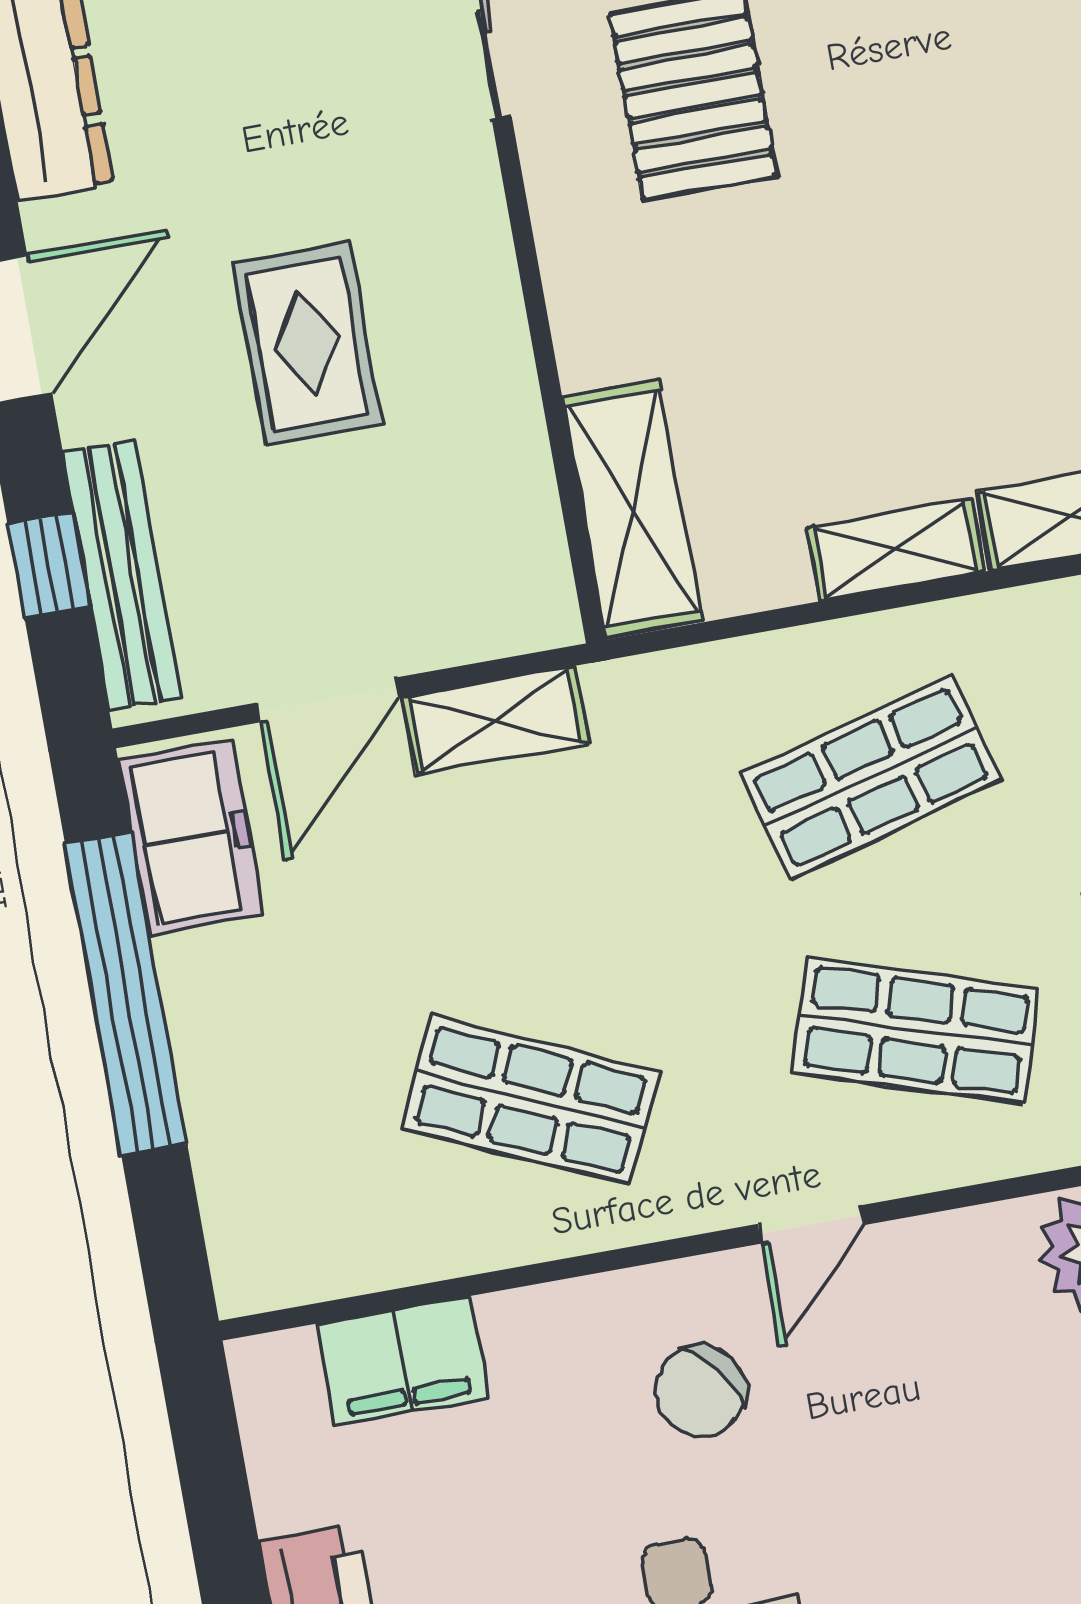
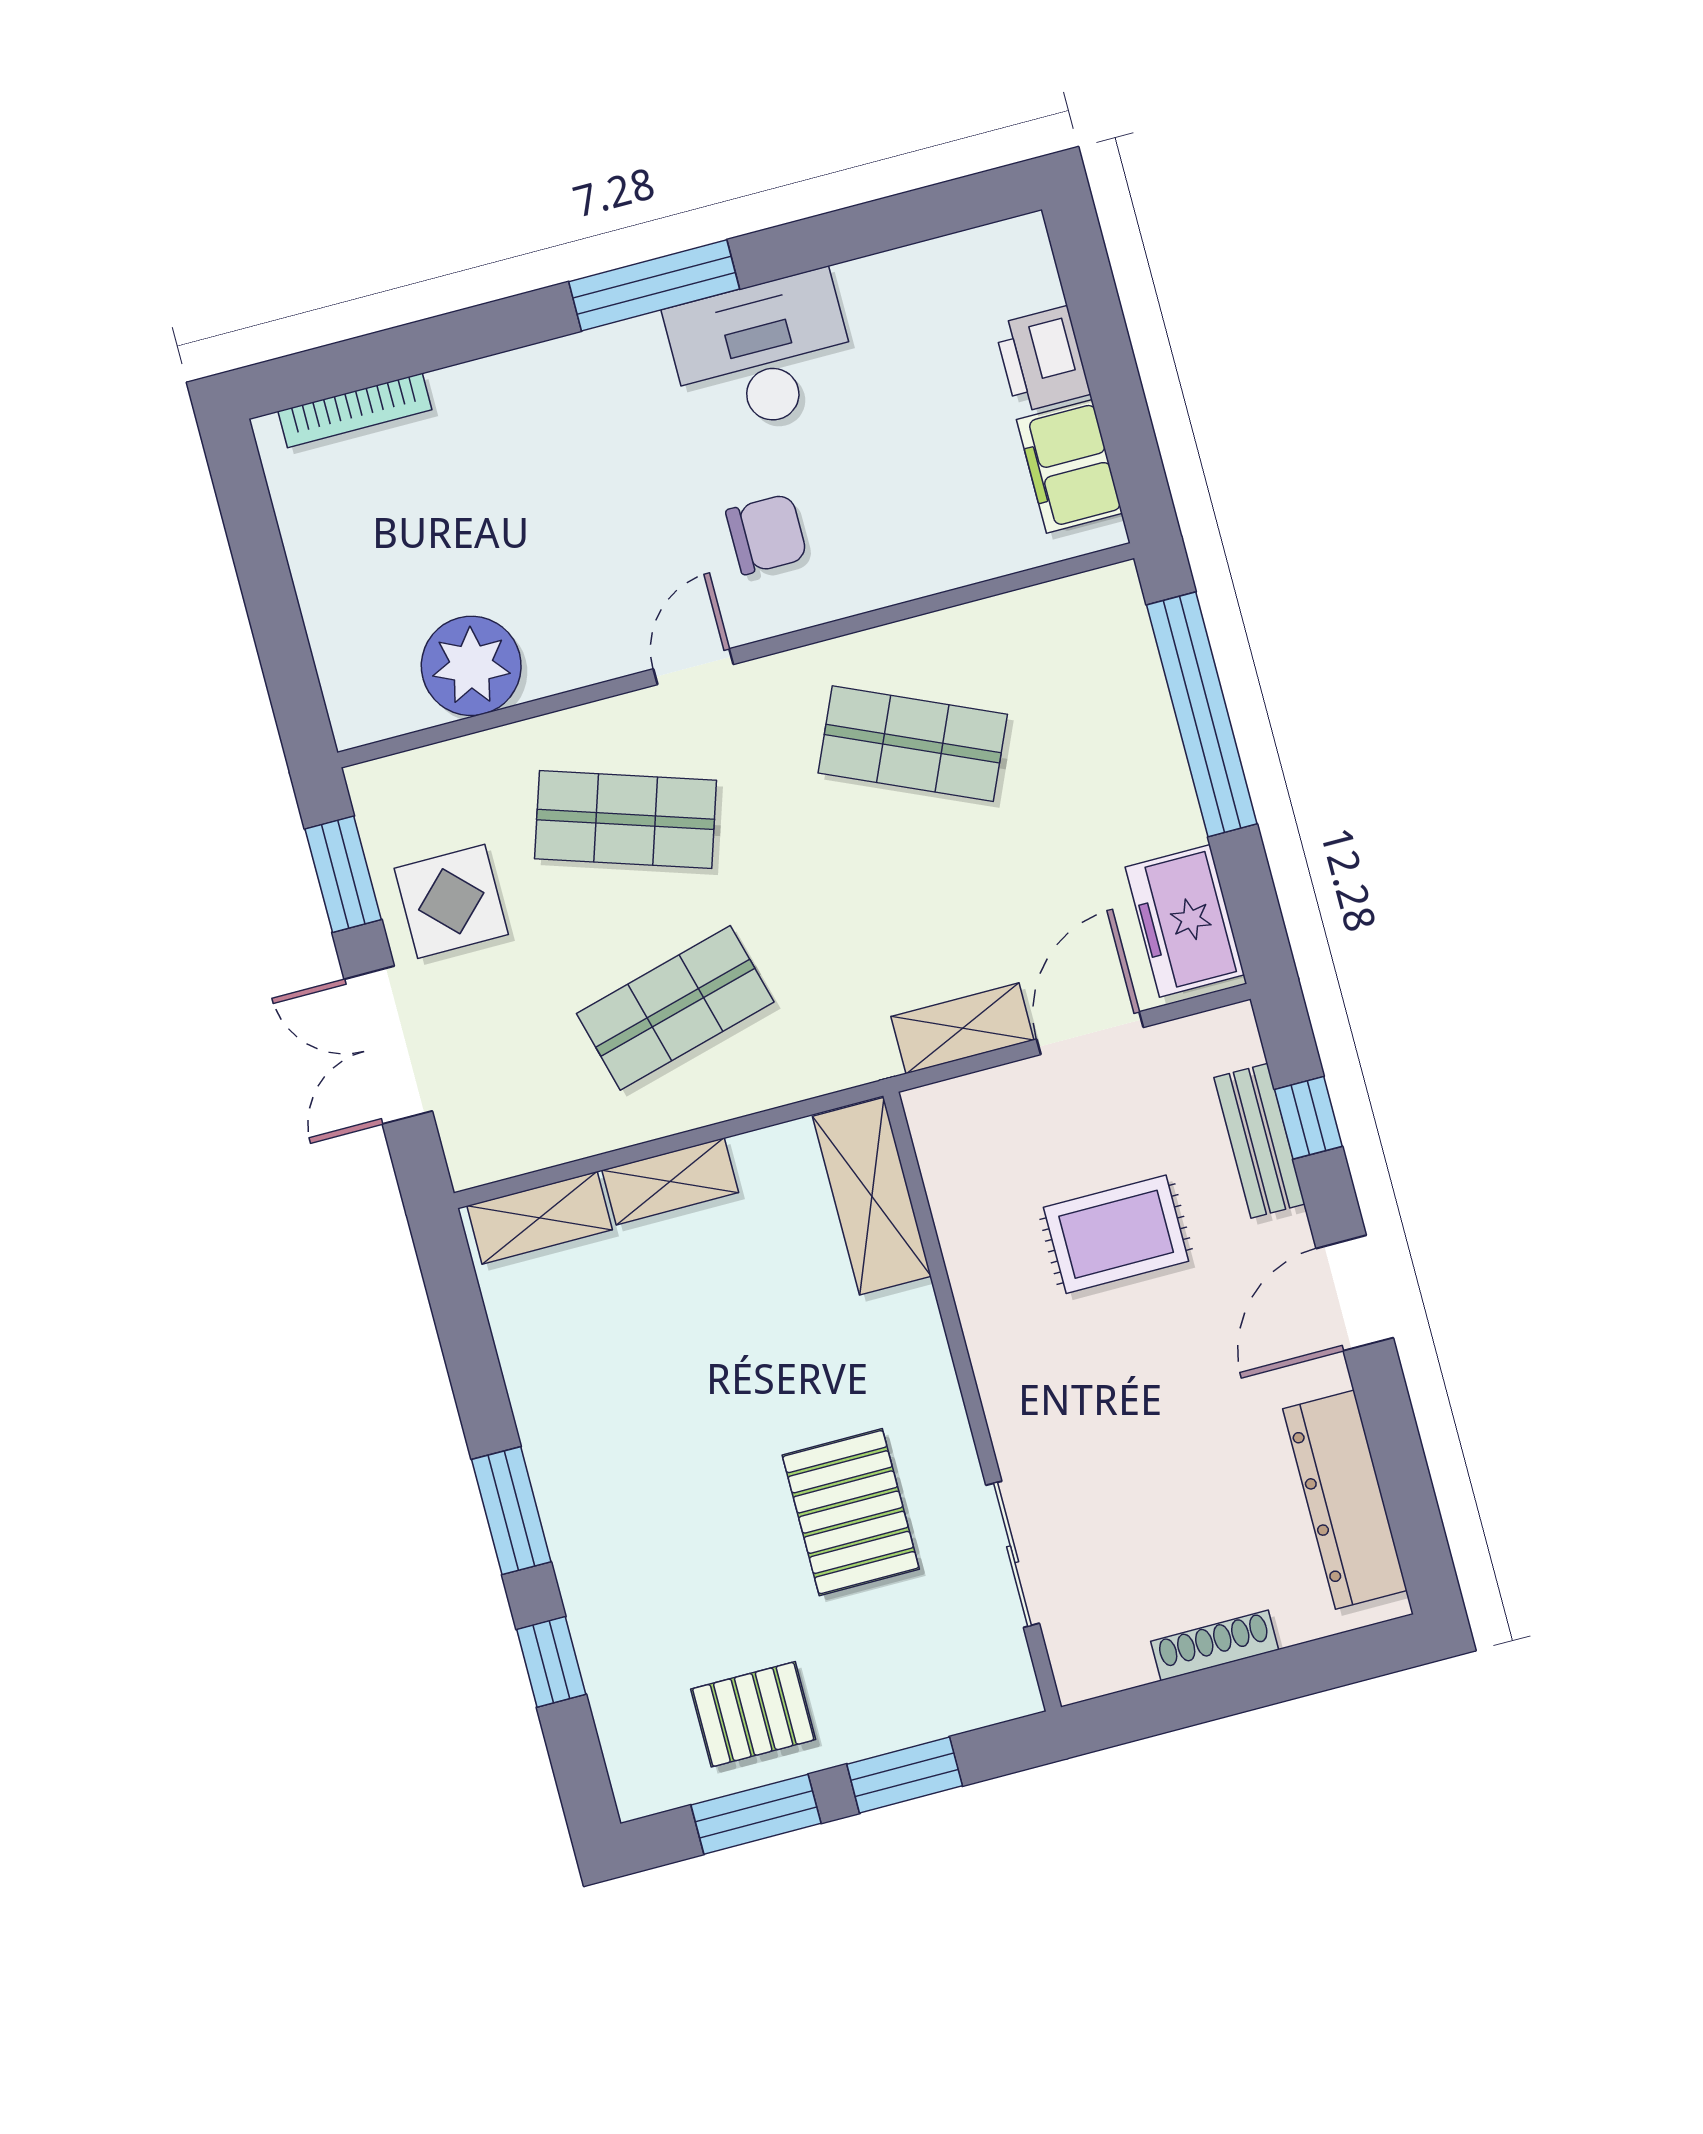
rug: (307, 343) -> (1116, 1234), moved, turned 90
bench: (122, 575) -> (1260, 1141), width x0.73
window: (126, 994) -> (1202, 714), moved
filing cabinet: (403, 1361) -> (1069, 466), moved, turned -90
chair: (700, 1391) -> (767, 534), turned 37

